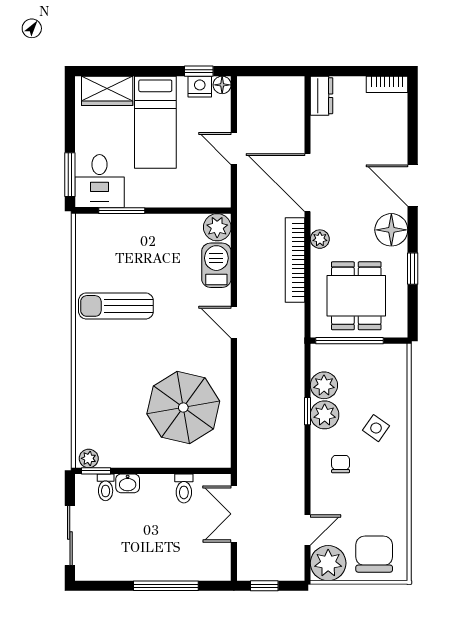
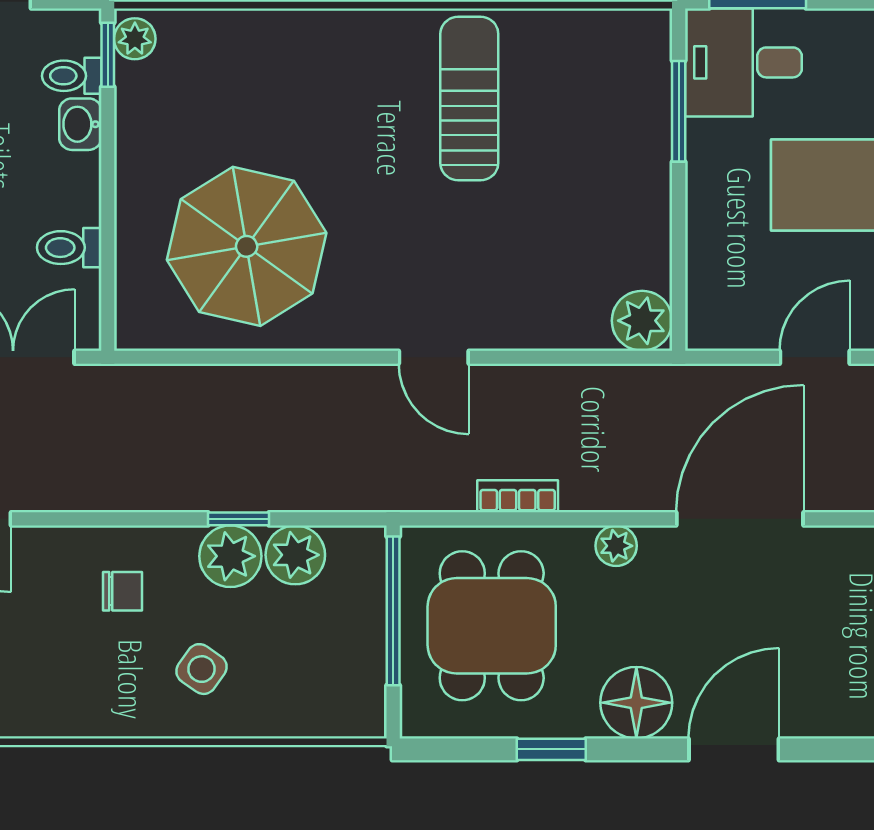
bookcase: (295, 260) -> (518, 496), width x0.43, depth x0.76
barbecue: (216, 265) -> (559, 319), removed
dining table: (356, 296) -> (492, 626), turned 90
door: (234, 322) -> (434, 357), swing flipped

